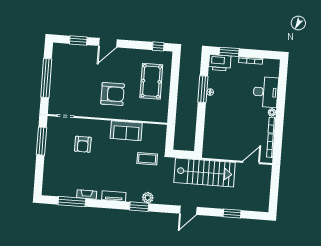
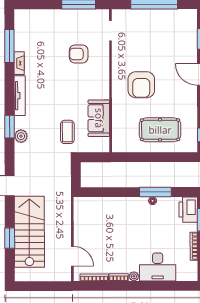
sofa: (126, 131) -> (99, 118), moved
stairs: (204, 172) -> (29, 232), moved, turned 180
tv unit: (114, 196) -> (20, 96), width x1.41

